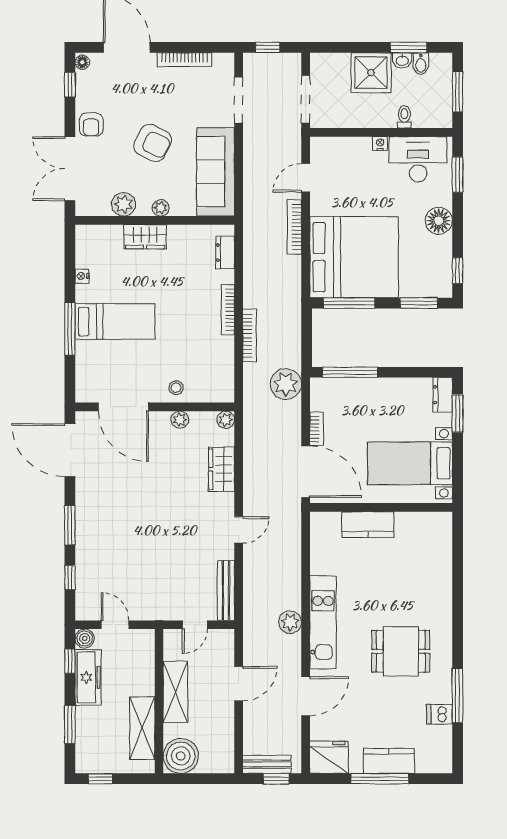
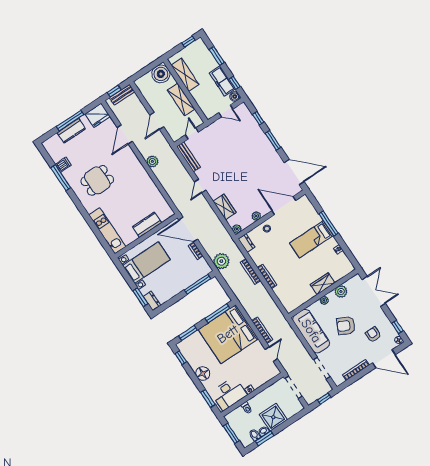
armchair: (91, 125) -> (373, 335), moved
dresser: (225, 253) -> (246, 243), moved
kitchen unit: (323, 622) -> (107, 231), moved, turned 180

